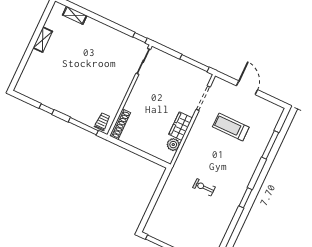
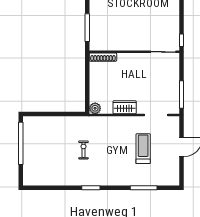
trolley: (102, 122) -> (98, 41), removed
plant: (173, 145) -> (95, 108), moved

